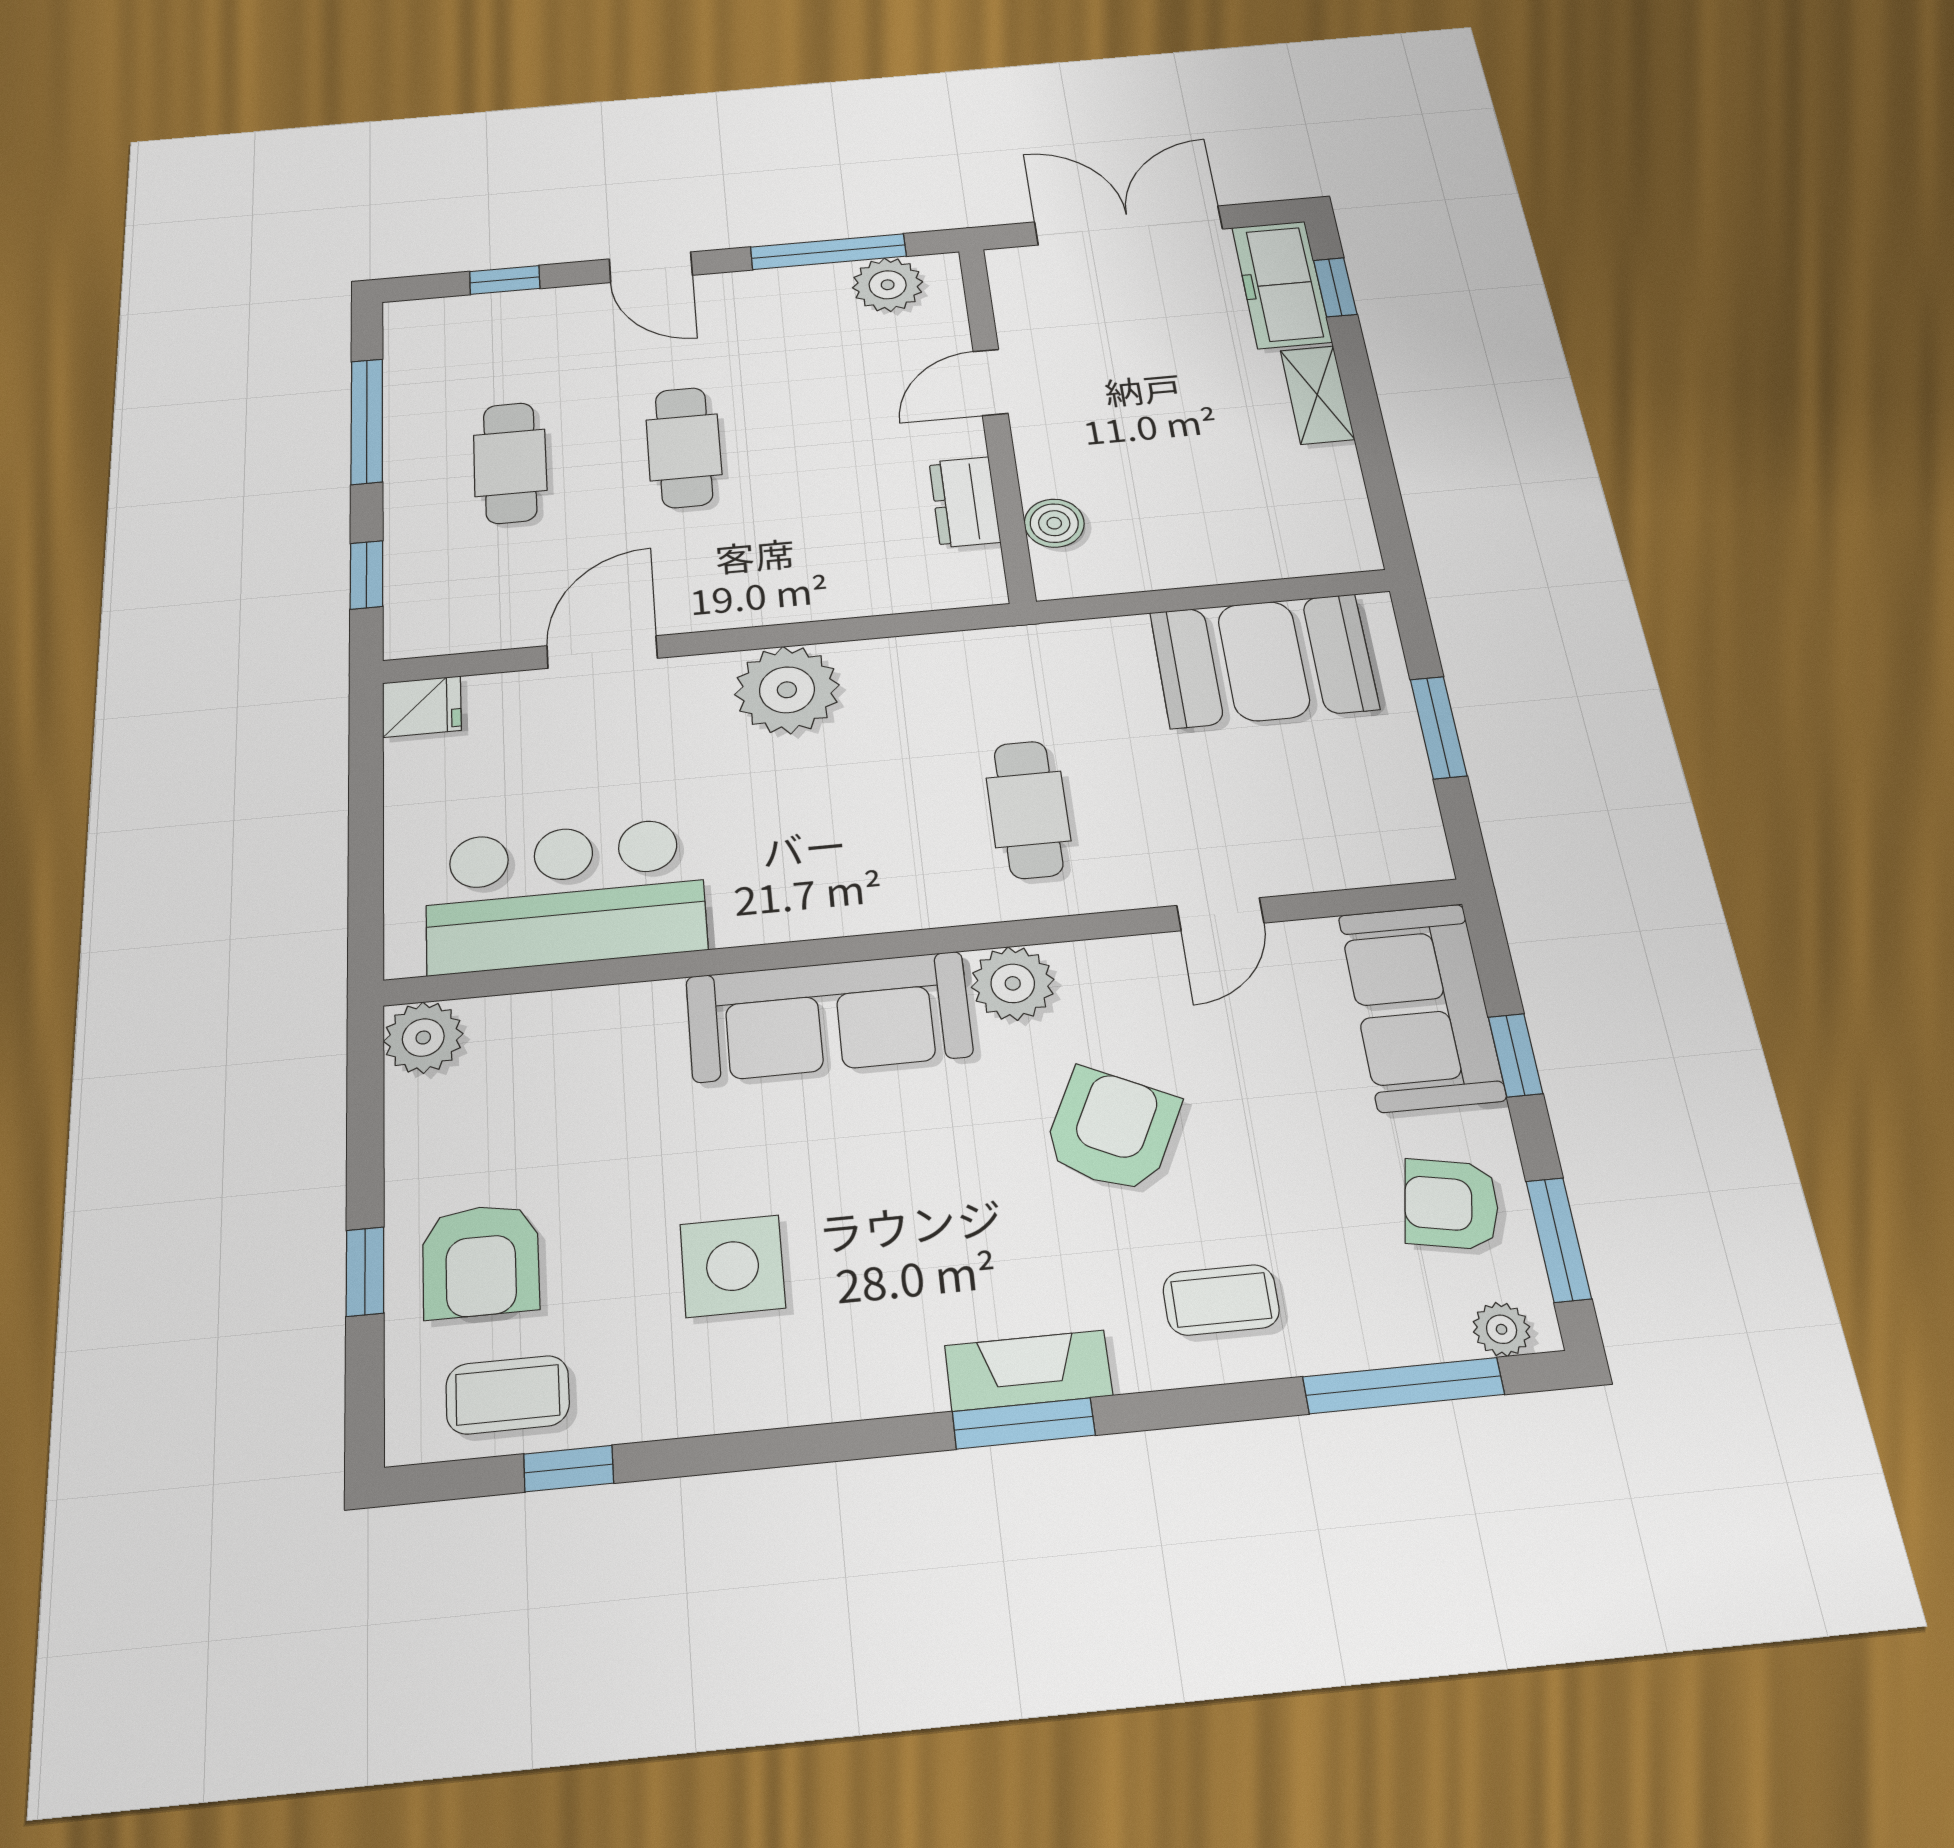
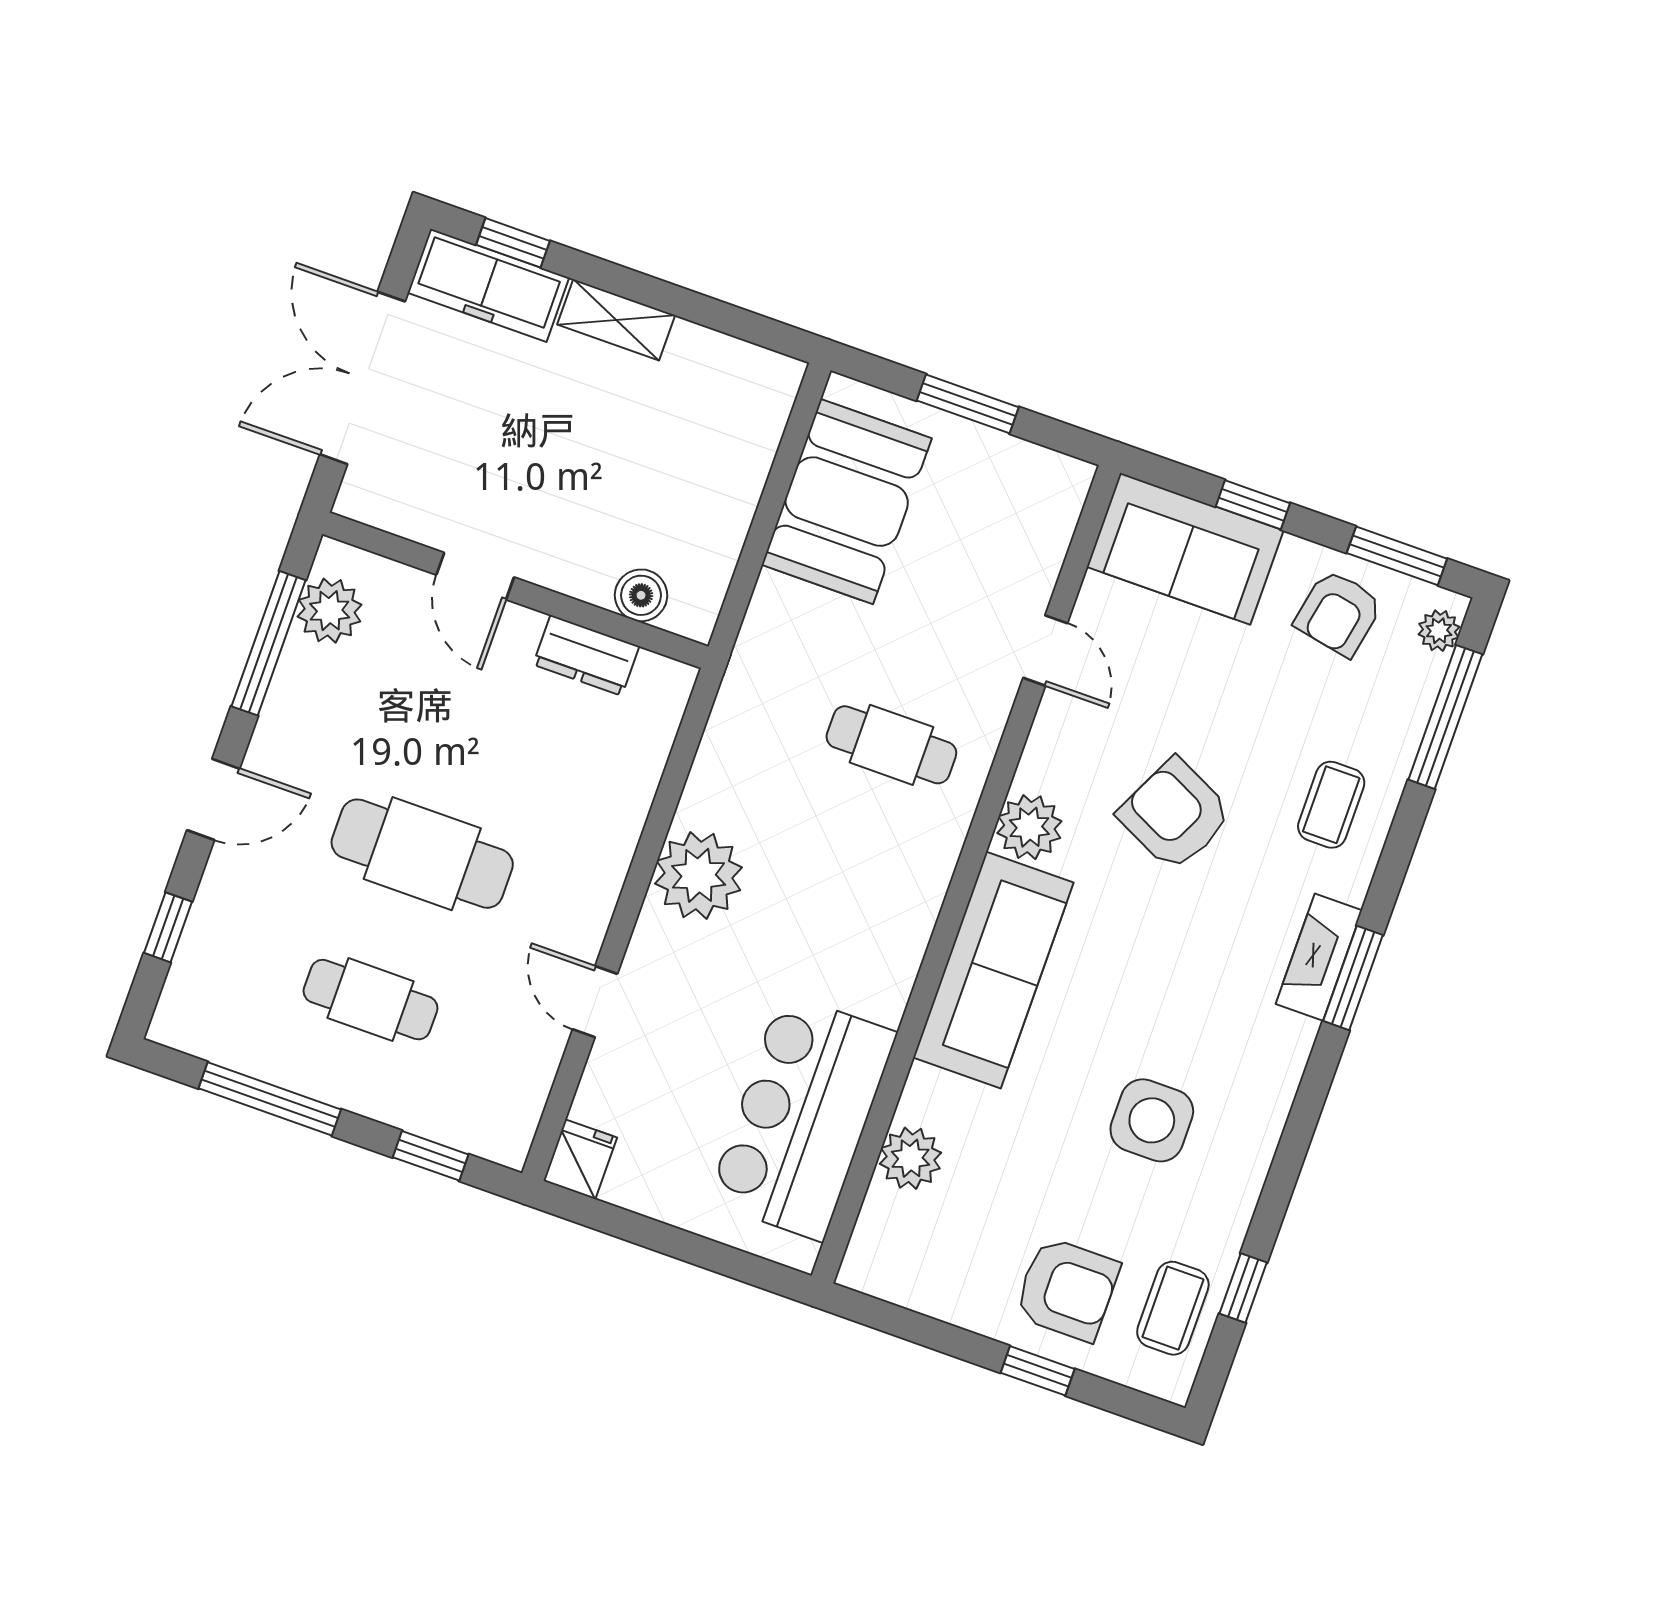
cafe table: (684, 447) -> (422, 854), width x1.37, depth x1.35
door: (602, 652) -> (595, 1002), width x0.73
plant: (423, 1038) -> (910, 1158), moved

